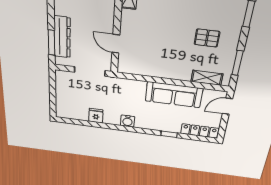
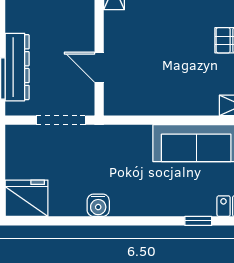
fridge: (96, 116) -> (26, 198), moved, width x1.88, depth x1.34
water cooler: (128, 121) -> (98, 205), moved

